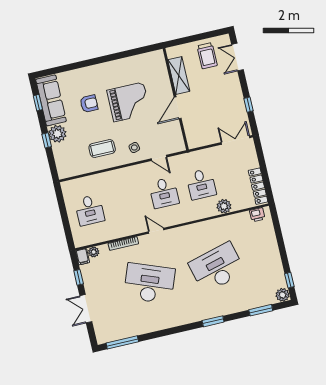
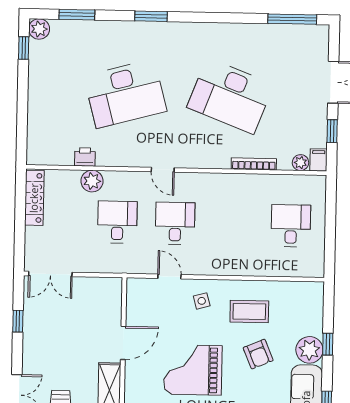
armchair: (89, 104) -> (258, 354), moved, turned -113
printer: (257, 215) -> (85, 157), moved
door: (156, 231) -> (163, 170), moved

